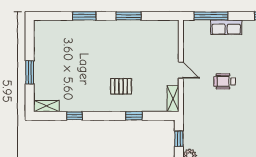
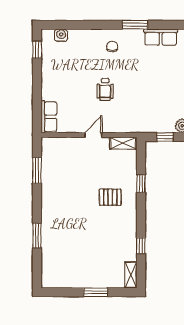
window: (129, 16) -> (37, 171), moved
window: (211, 16) -> (37, 104), removed
row of seats: (226, 27) -> (49, 117), moved
pallet: (121, 86) -> (110, 197), turned 90

